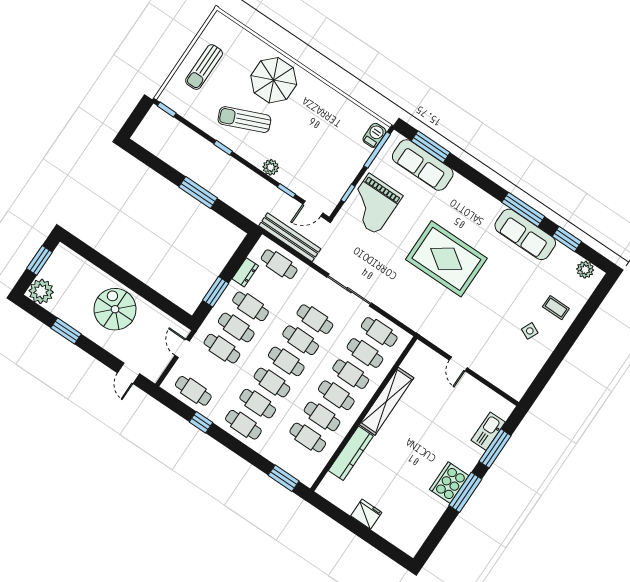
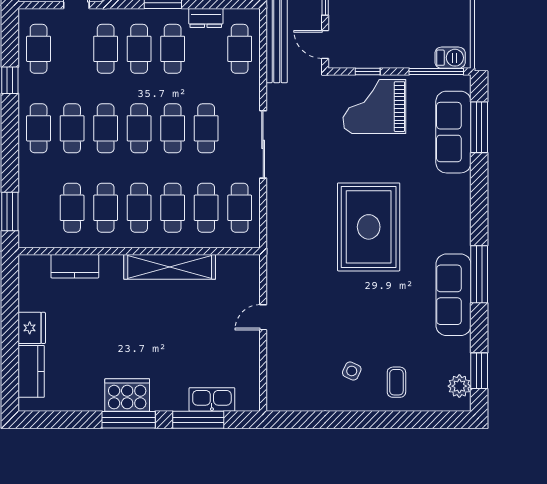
window: (567, 239) -> (479, 371), moved
kitchen counter: (351, 453) -> (75, 266), width x0.67
kitchen counter: (393, 533) -> (31, 371), added

